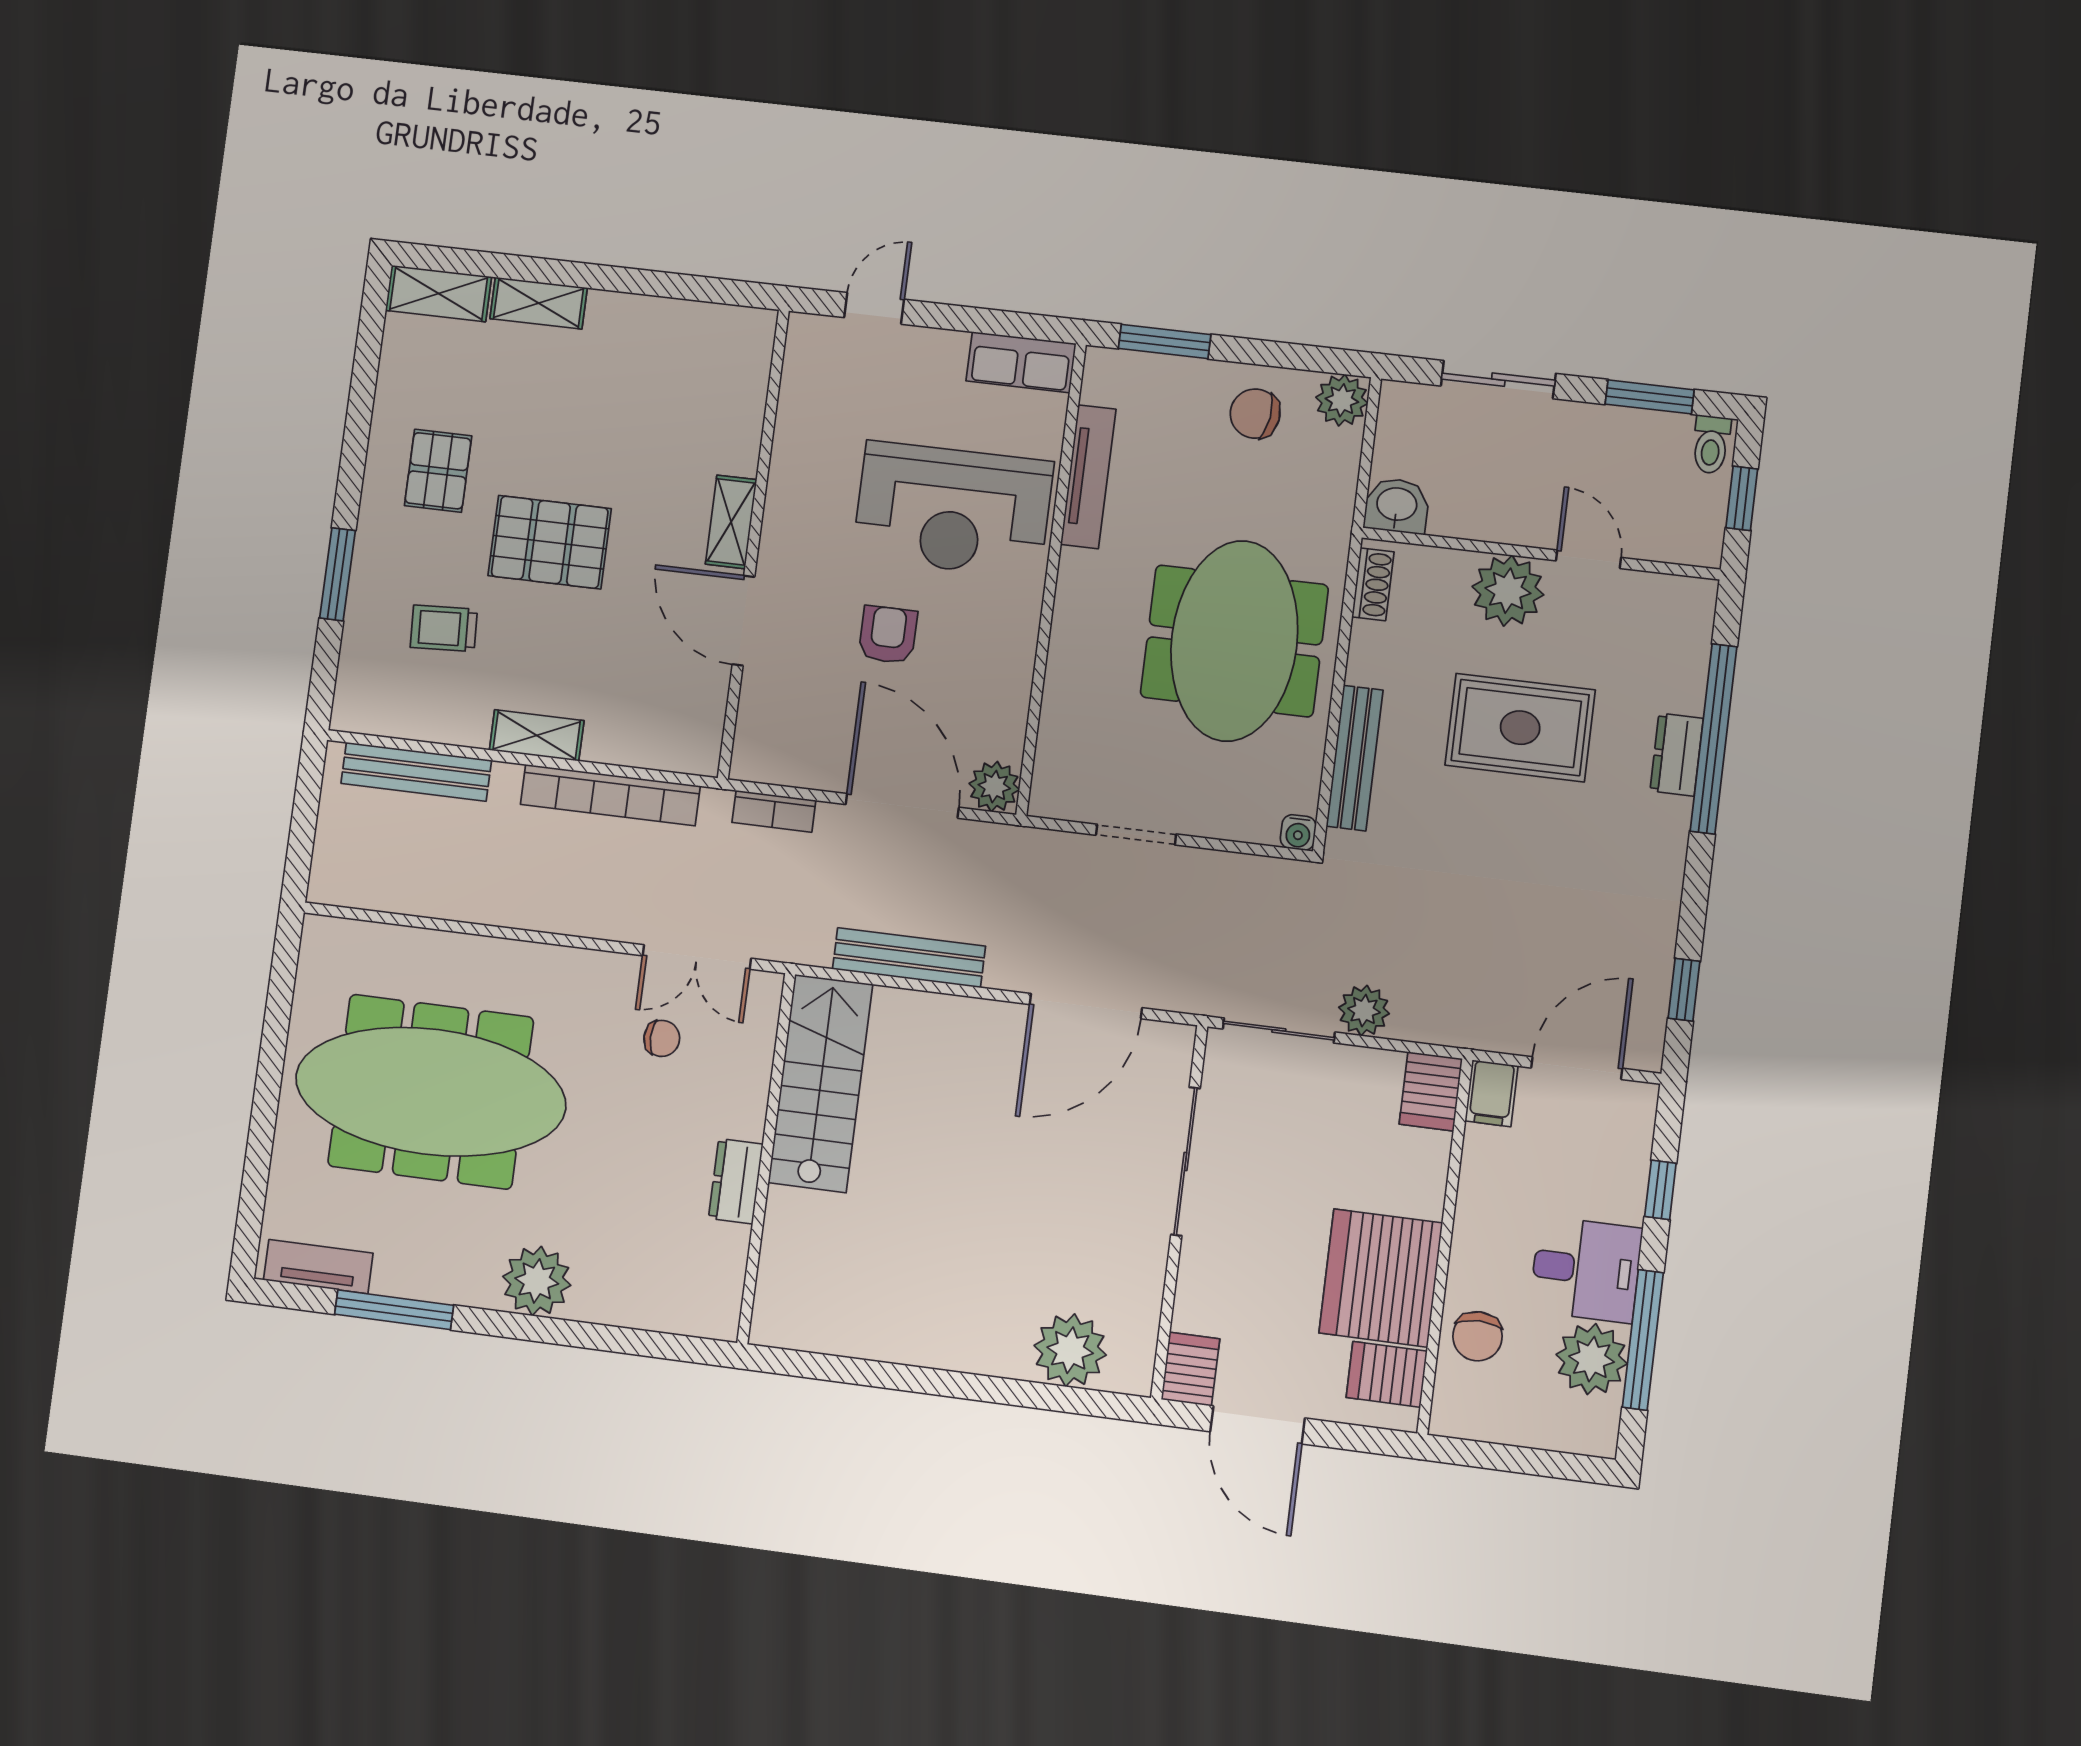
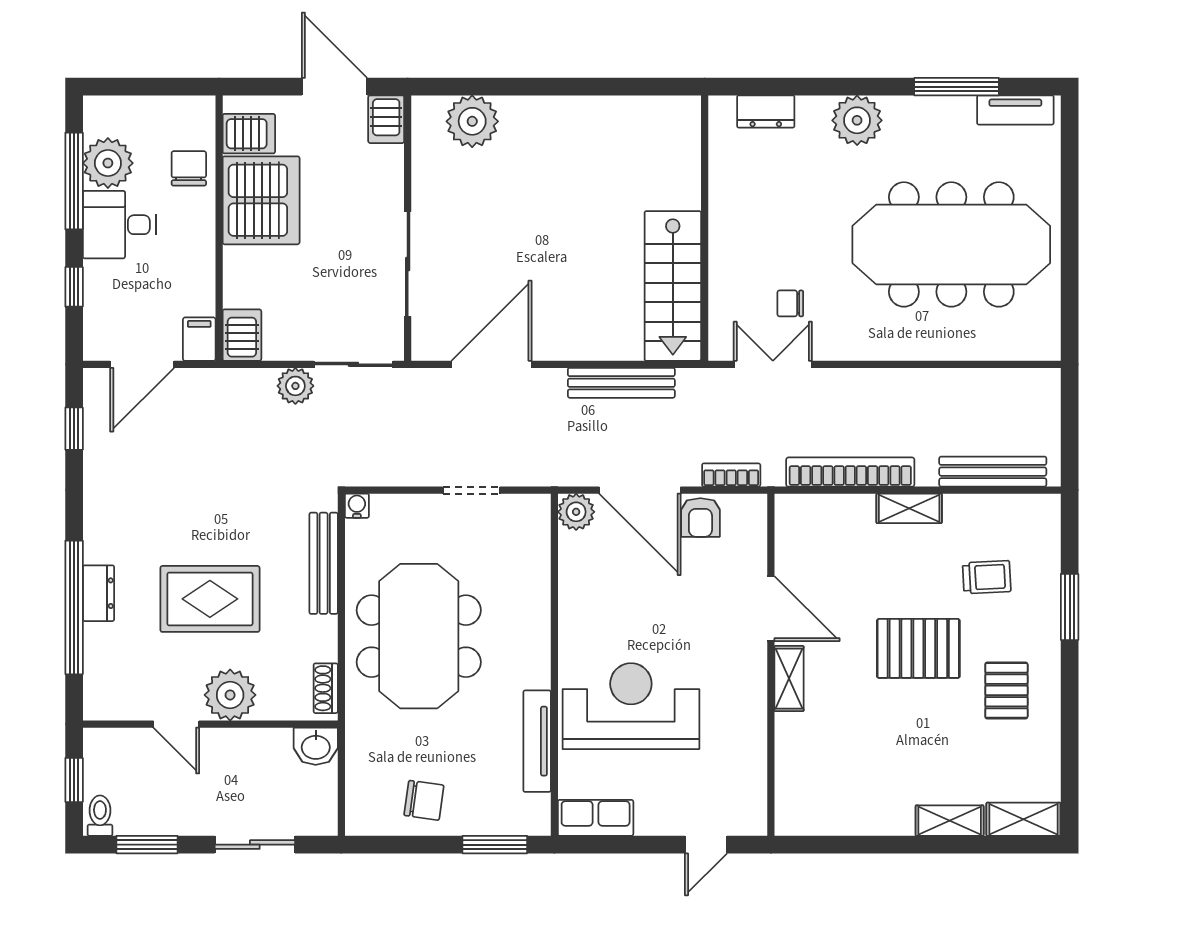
plant: (1342, 400) -> (364, 817), removed
armchair: (888, 635) -> (700, 517), moved
dresser: (736, 1181) -> (766, 112), moved, turned 90

